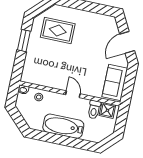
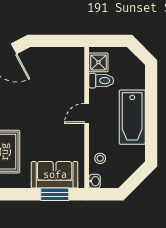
window: (24, 41) -> (55, 194), moved
sofa: (115, 83) -> (55, 175), moved, turned 180

